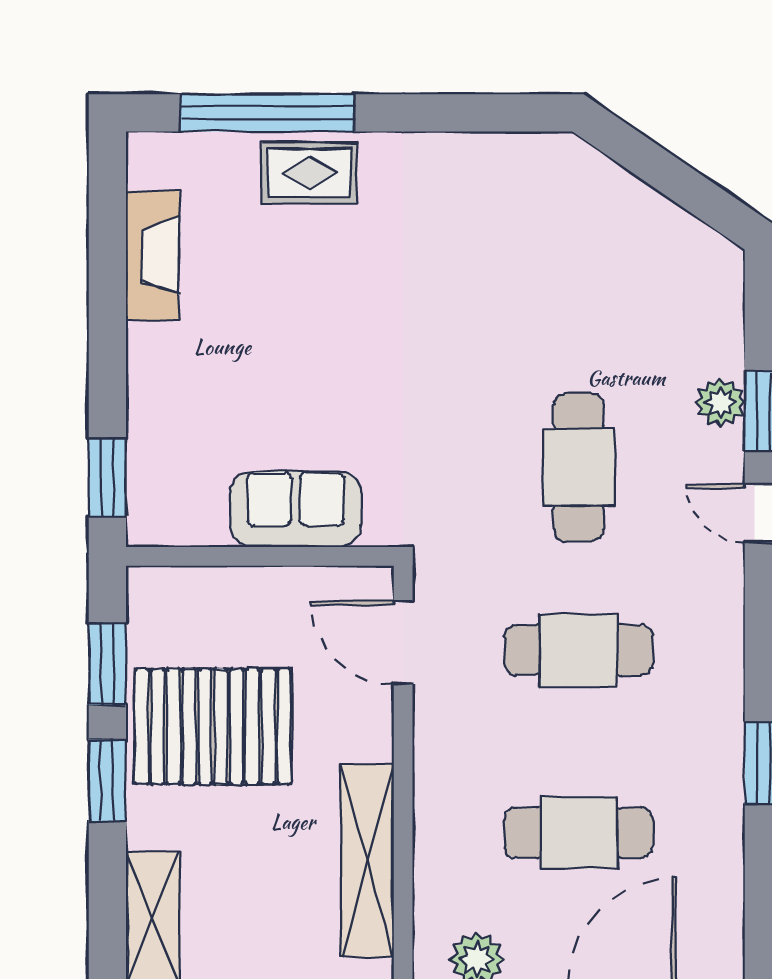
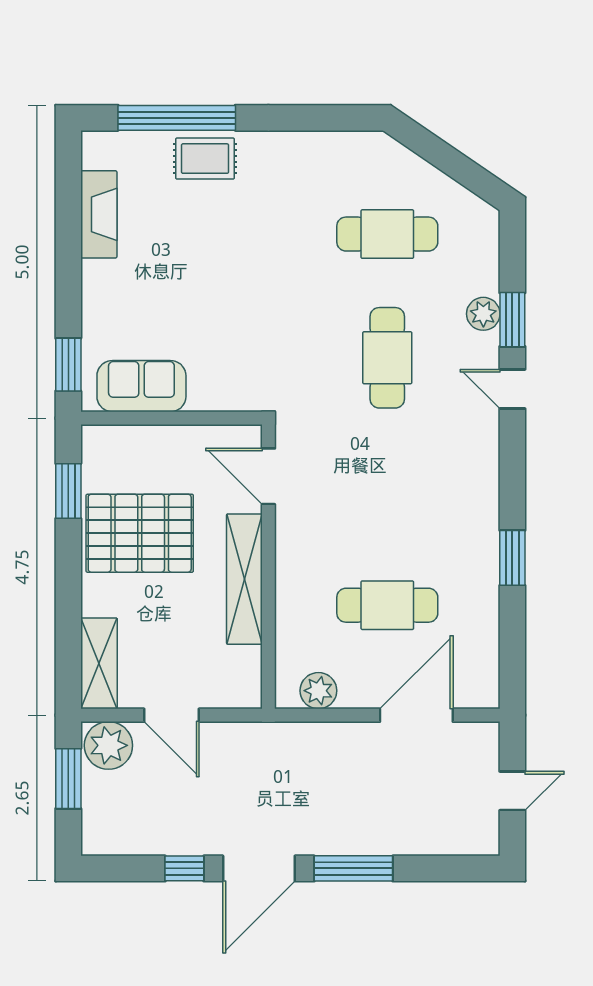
sofa: (296, 509) -> (141, 386), moved
cafe table: (579, 650) -> (387, 234), moved
window: (107, 781) -> (68, 570), removed
shelving: (368, 861) -> (244, 579), moved

